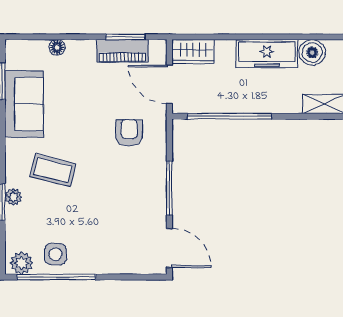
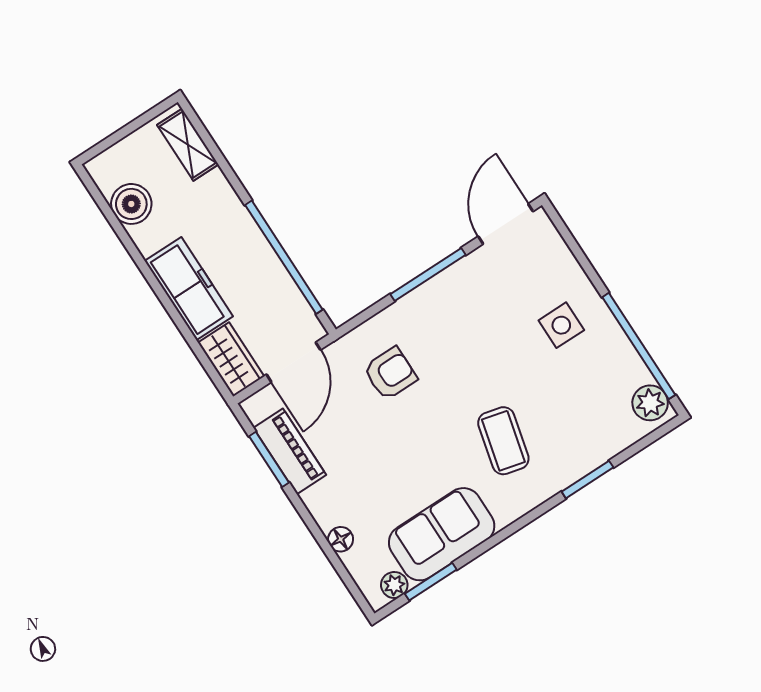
freezer: (267, 54) -> (189, 289), moved
armchair: (129, 133) -> (390, 373), turned 180
plant: (13, 197) -> (394, 585), moved
side table: (55, 254) -> (561, 325), moved

